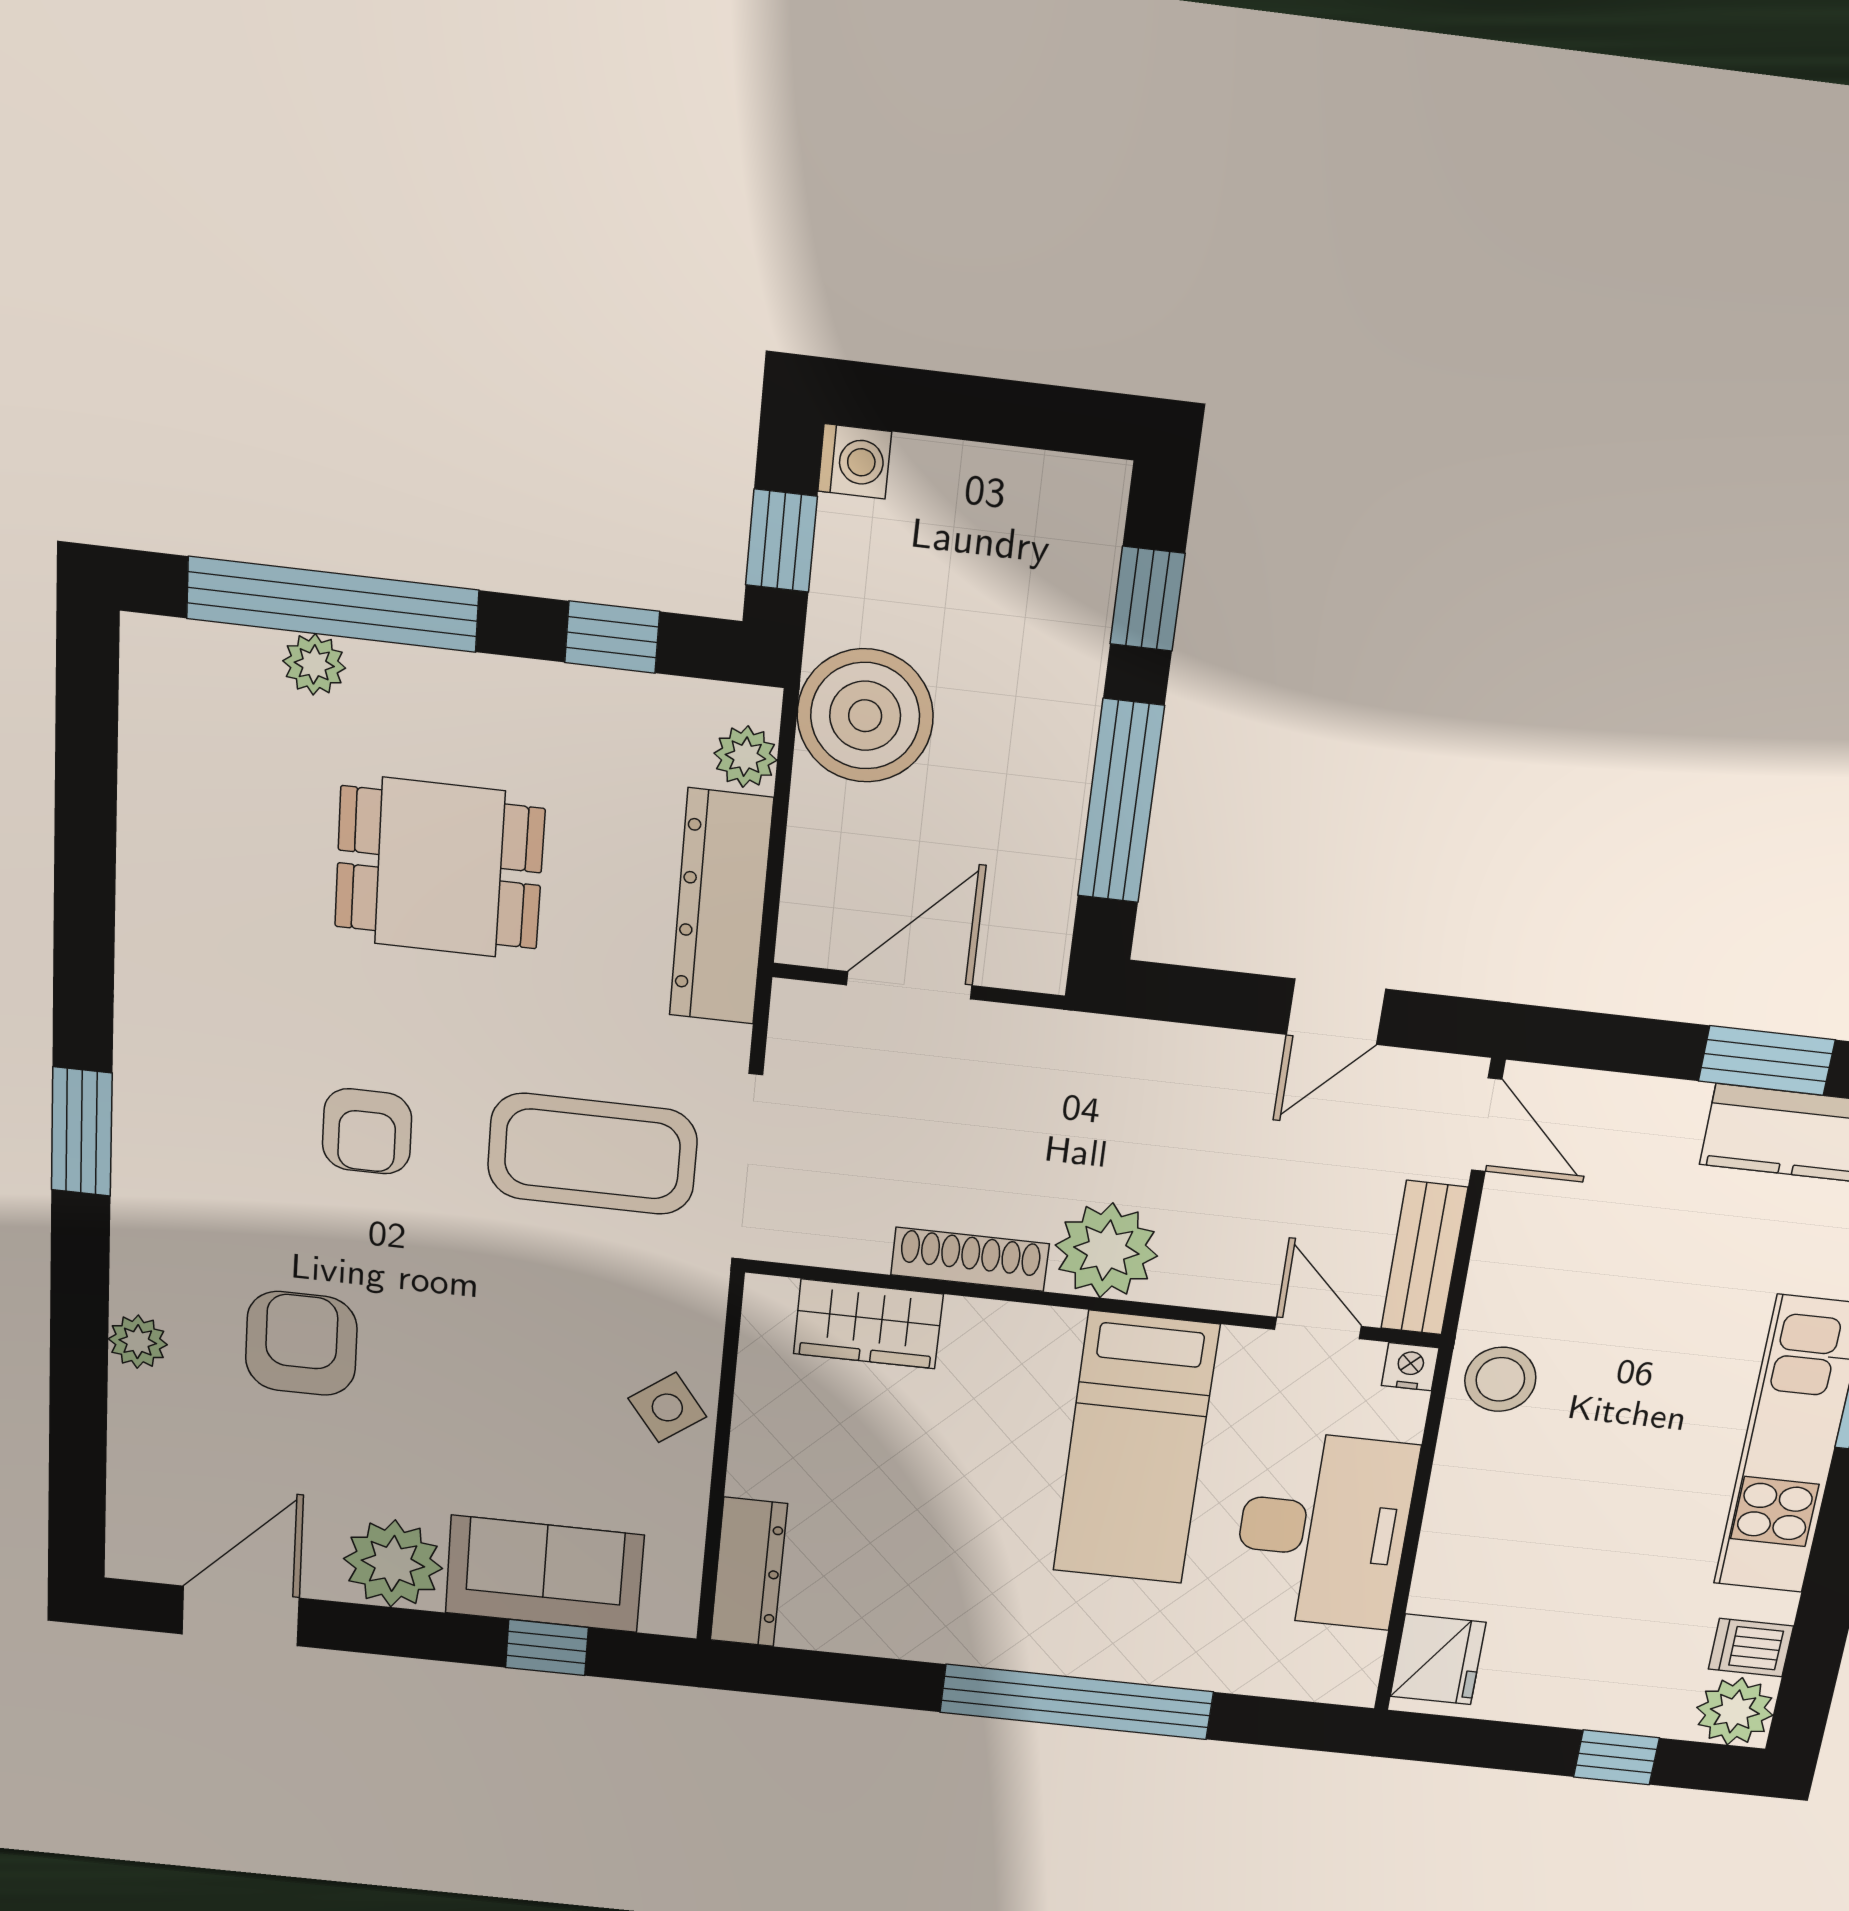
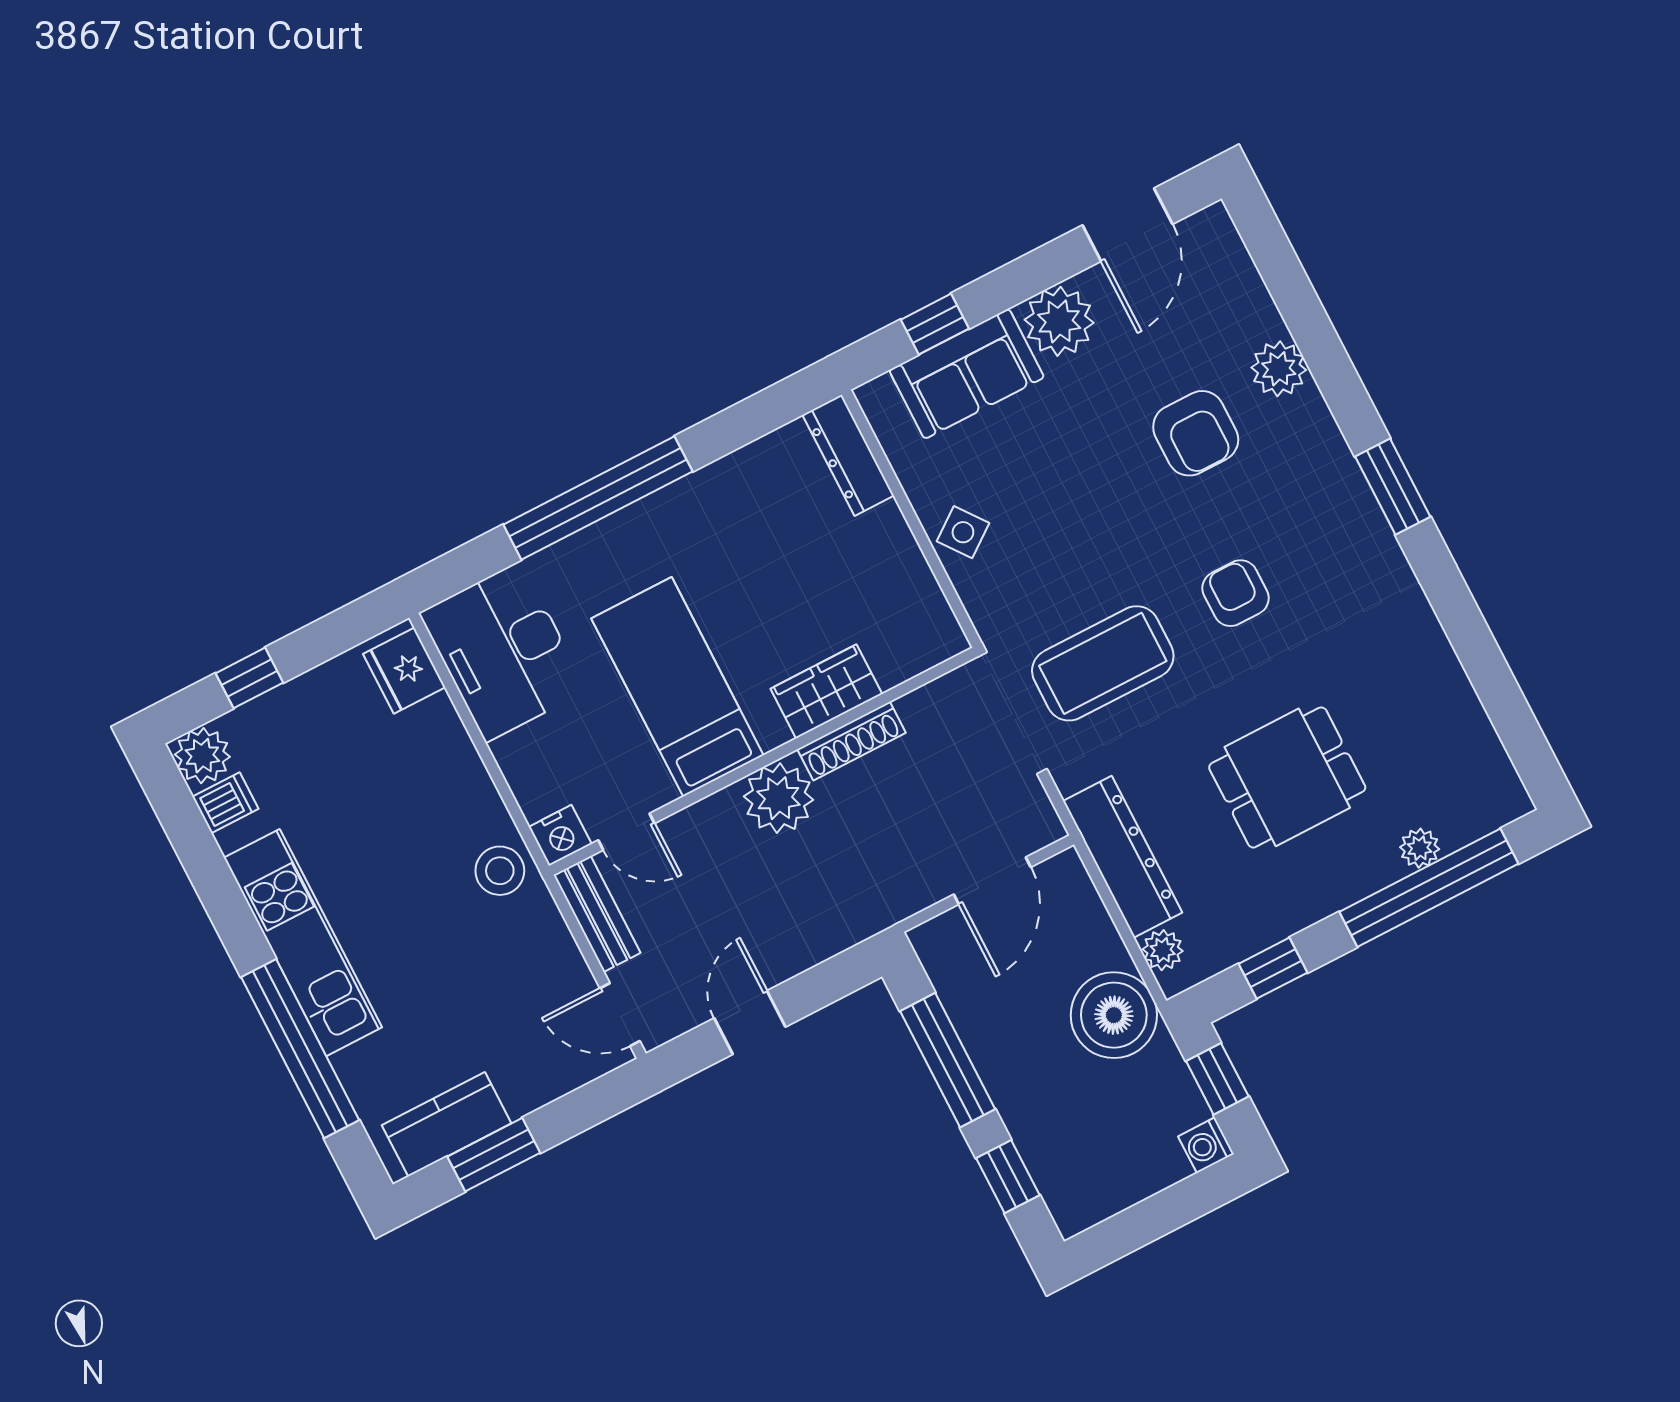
wardrobe: (868, 1324) -> (826, 691), moved
plant: (138, 1342) -> (1279, 369), width x1.38, depth x1.38
nightstand: (1410, 1367) -> (560, 835), width x1.39, depth x1.35
desk: (1323, 1530) -> (503, 652), moved

